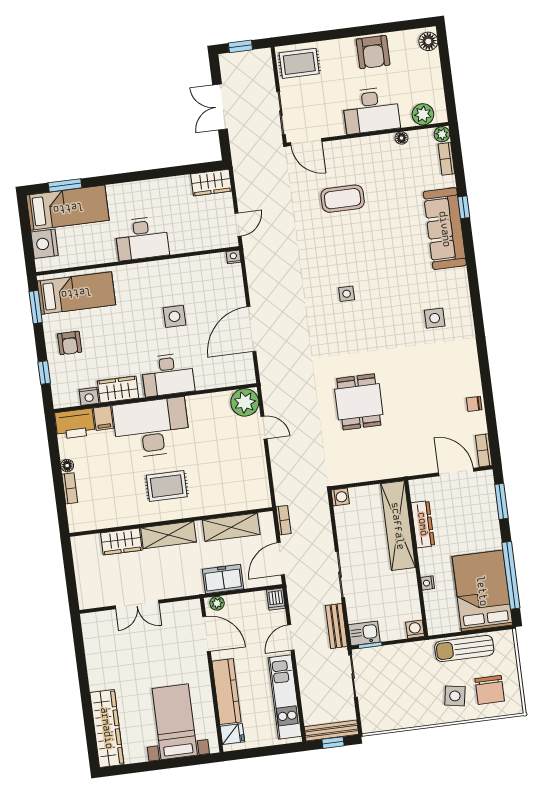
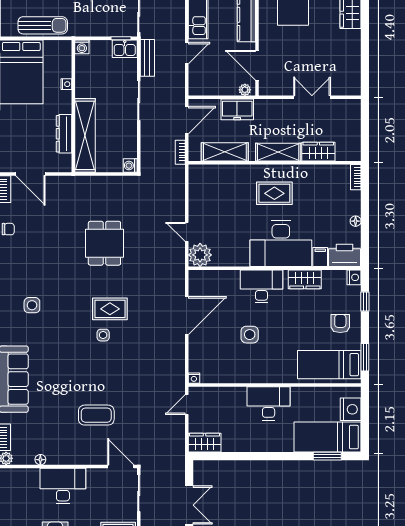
plant: (423, 114) -> (20, 477), removed
rug: (342, 326) -> (110, 309), added
nightstand: (89, 396) -> (354, 277), moved, turned 90
bookcase: (70, 488) -> (356, 177), moved
dishwasher: (276, 599) -> (195, 87), removed

